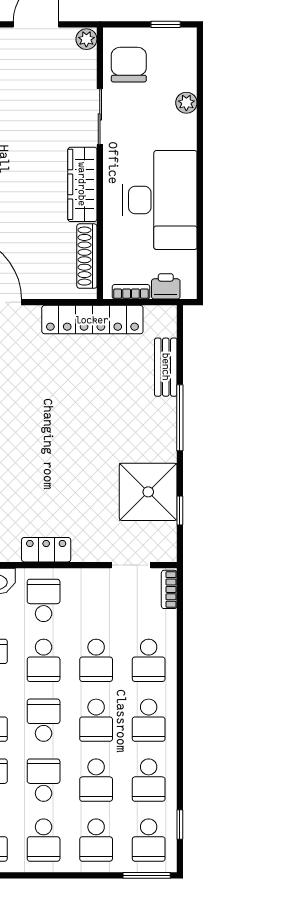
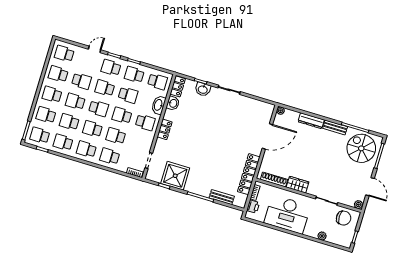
wardrobe: (82, 184) -> (298, 185), width x0.67
school desk: (44, 780) -> (75, 101), turned 180

